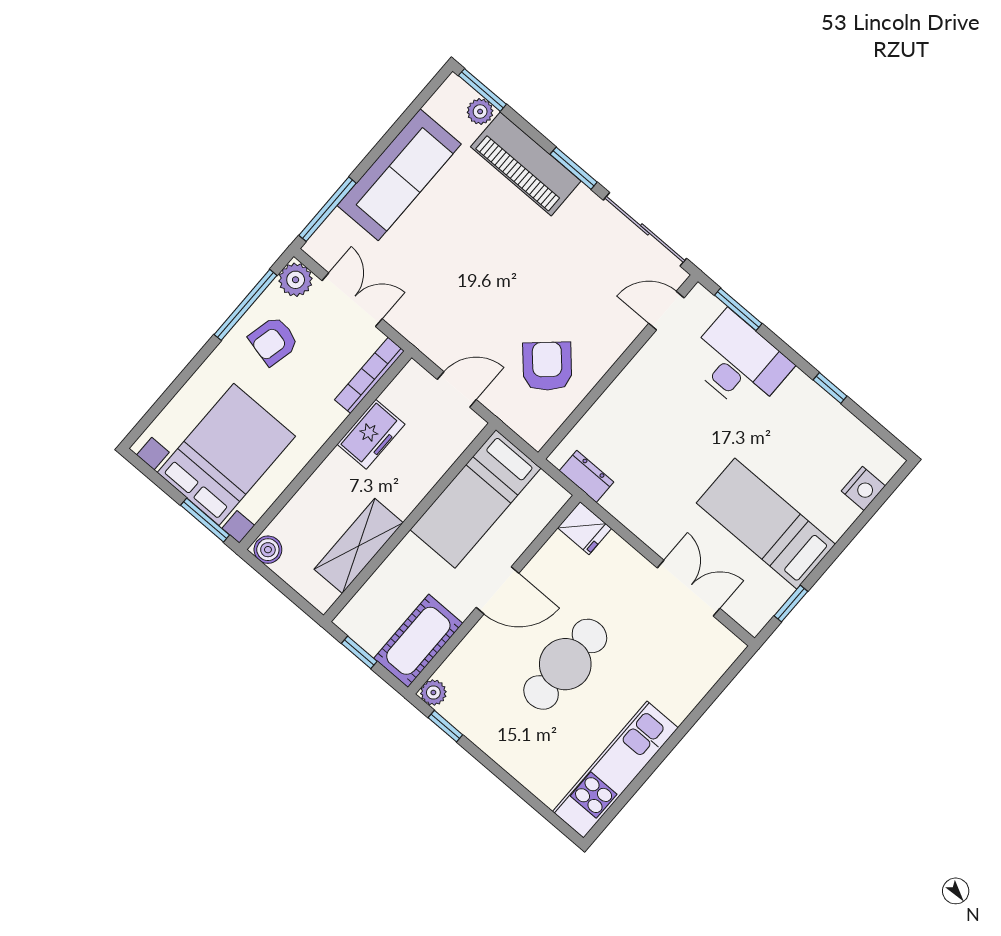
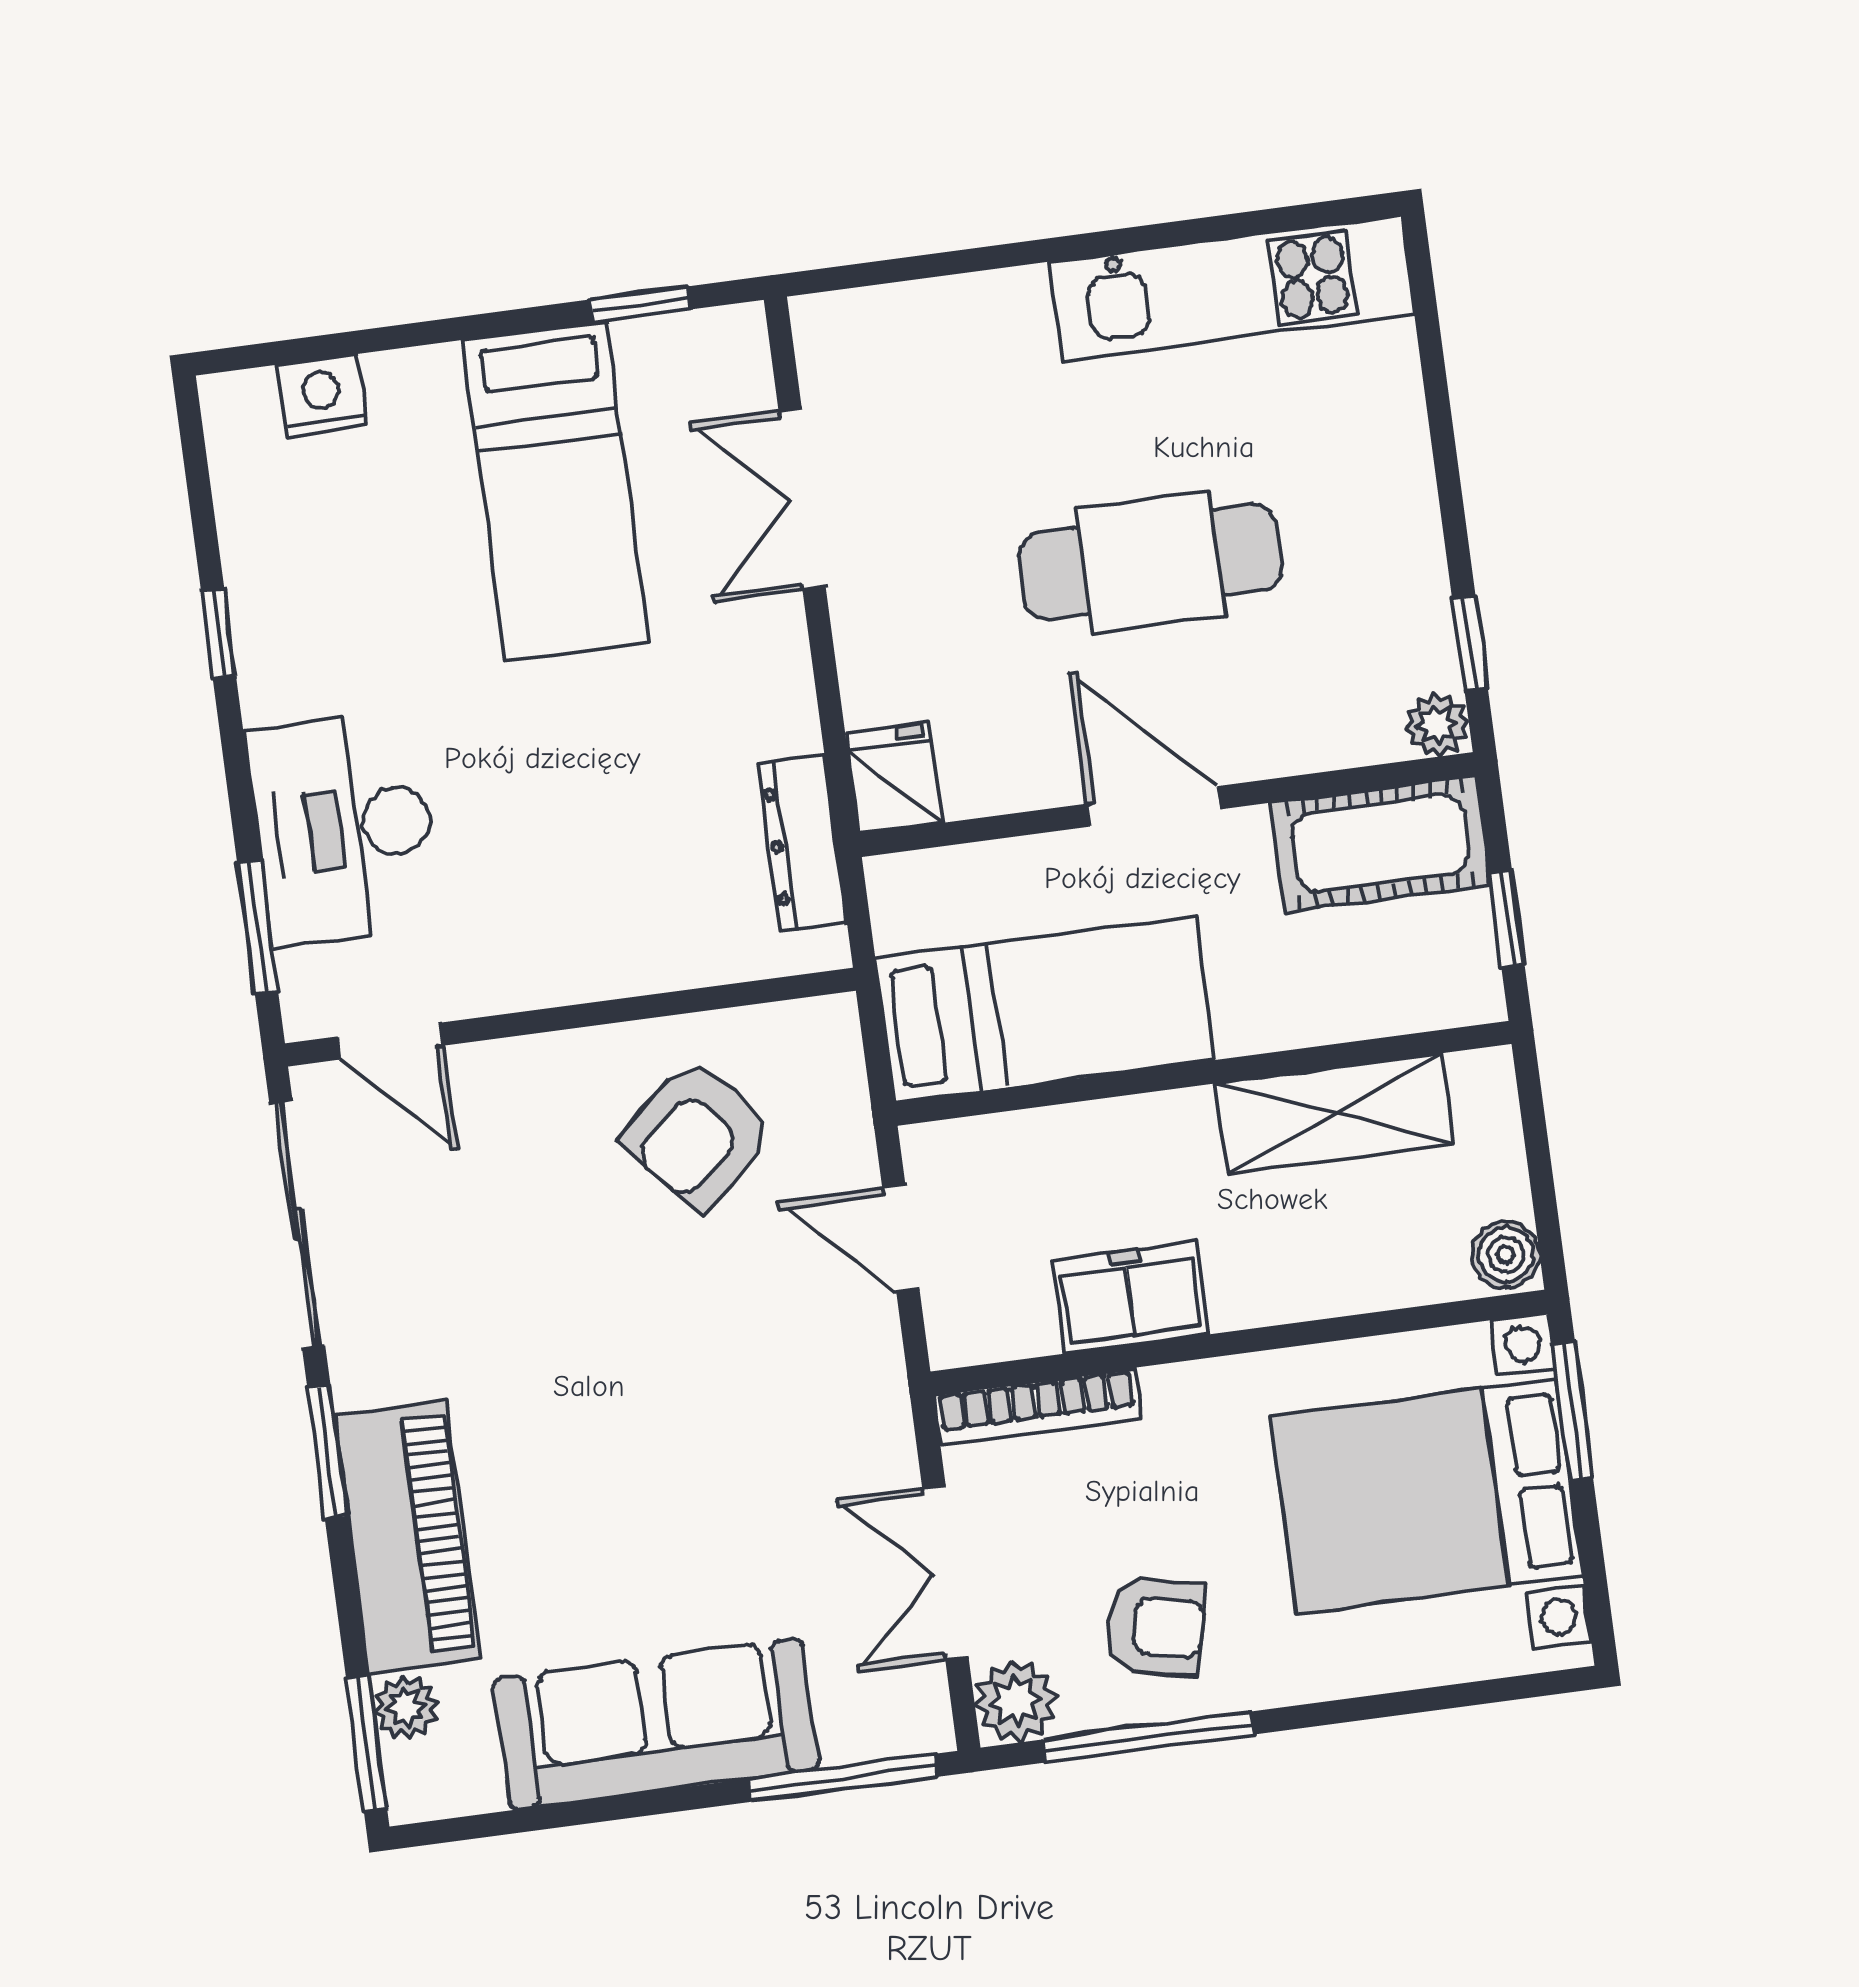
dresser: (586, 476) -> (803, 844), width x1.44

